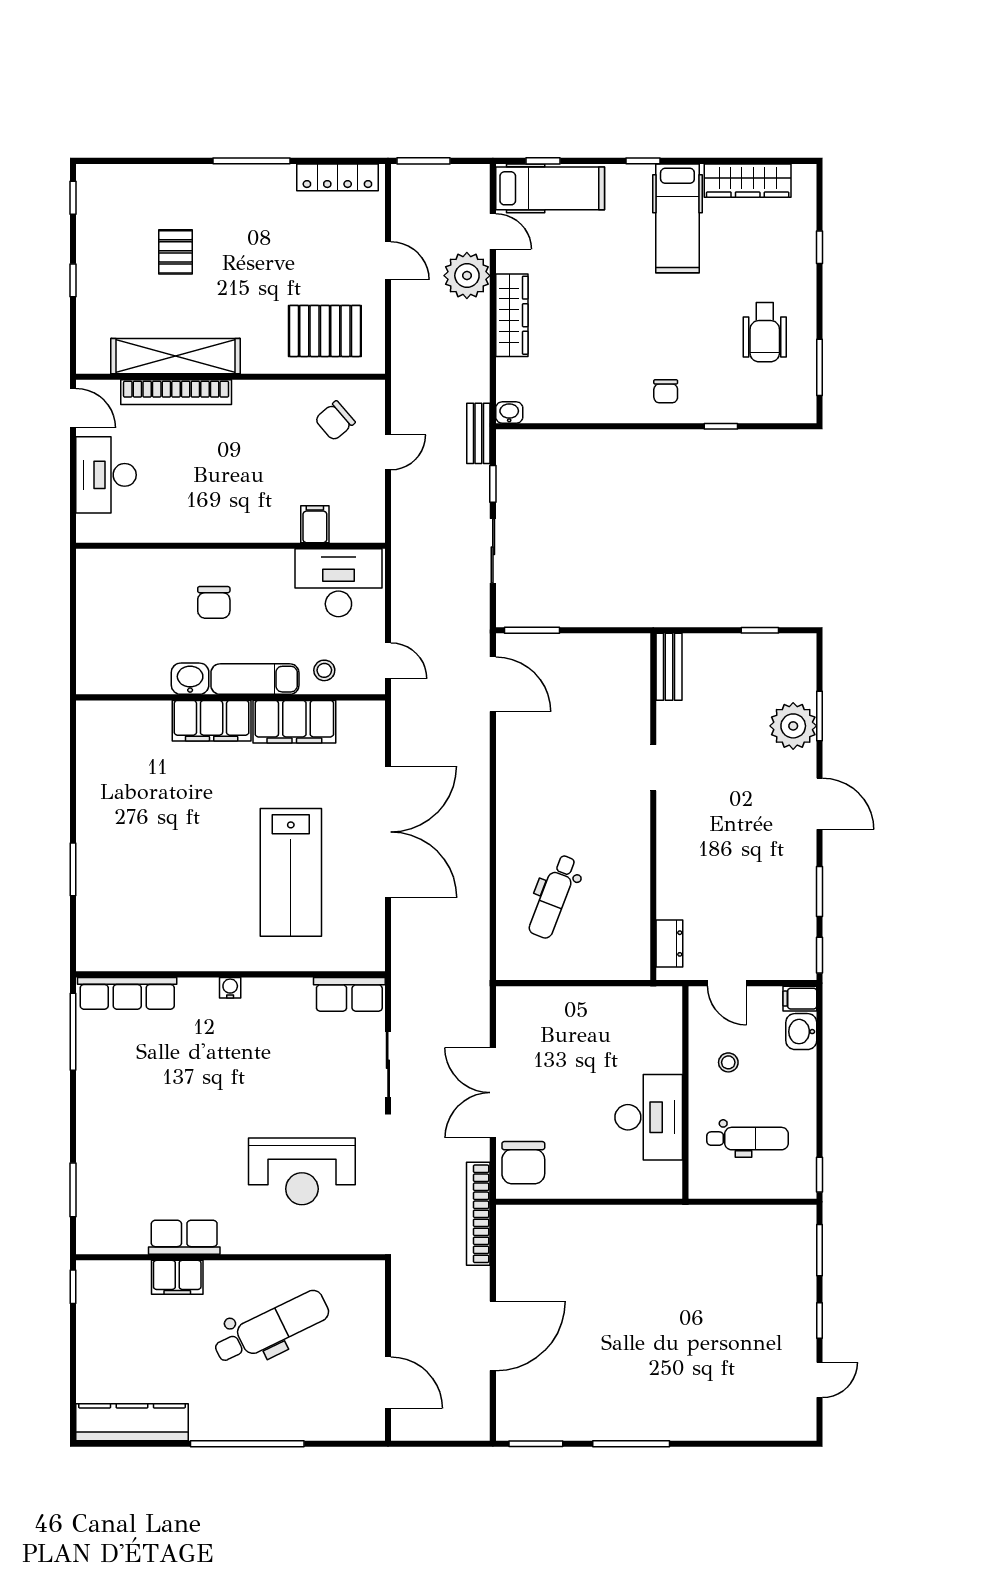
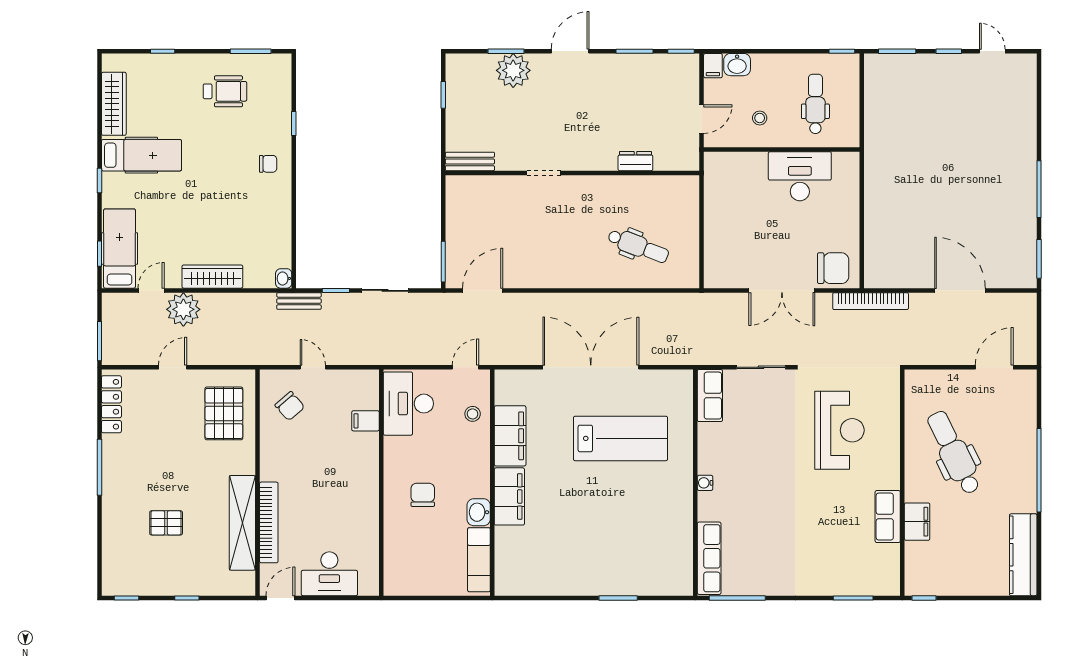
chair: (214, 602) -> (423, 495), turned -90
exam couch: (255, 679) -> (479, 560), moved
dresser: (669, 944) -> (635, 161), moved

